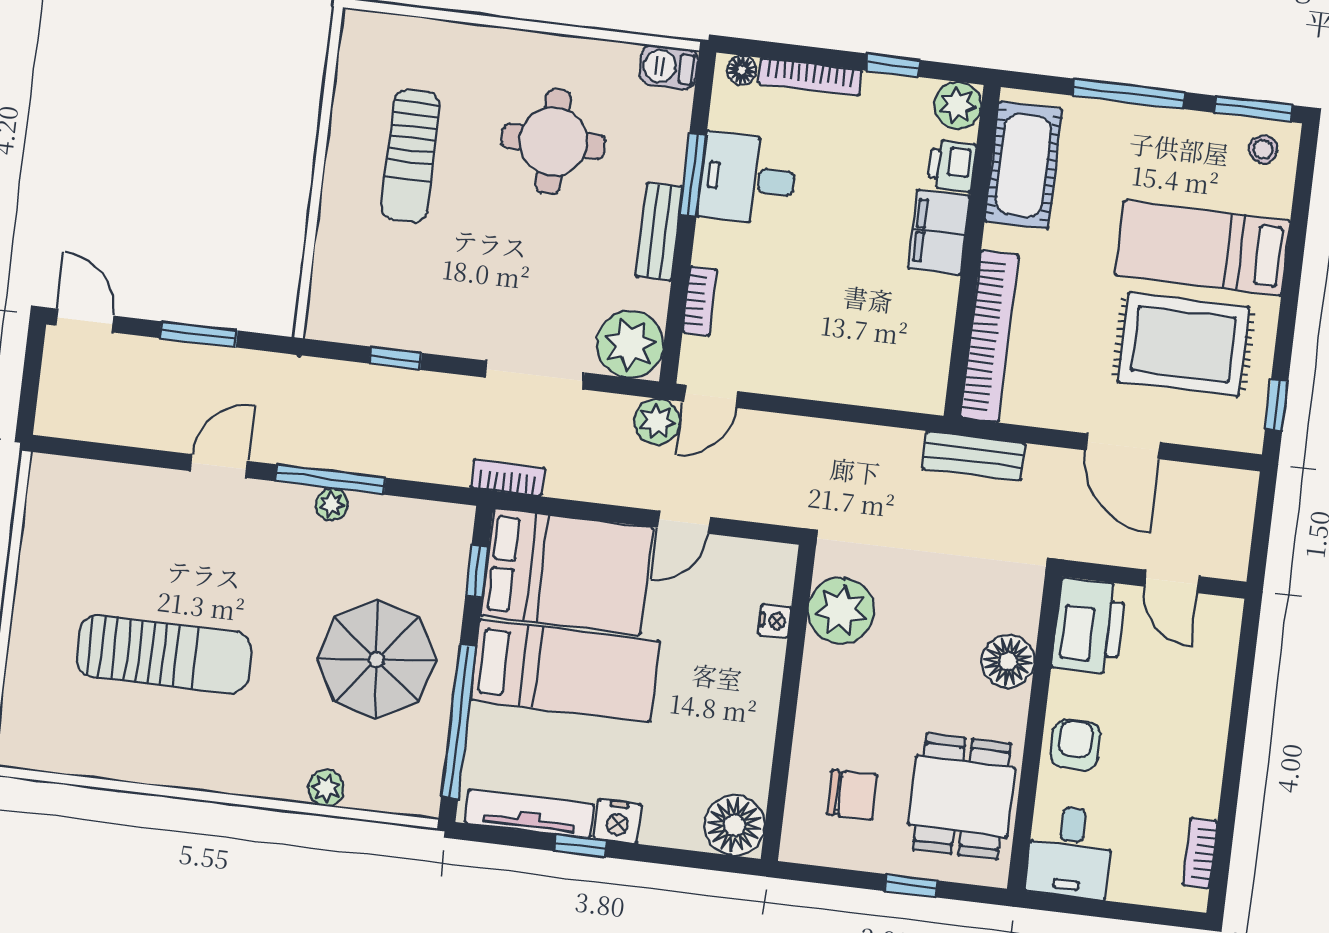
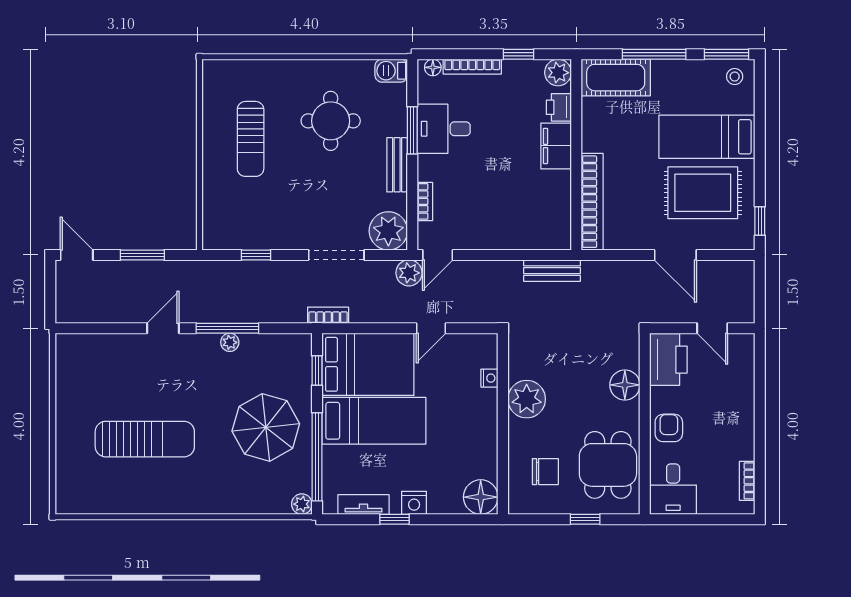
cot: (1024, 165) -> (616, 78), moved, turned 90
bench: (974, 456) -> (552, 271), moved
plant: (841, 611) -> (527, 399), moved
plant: (326, 788) -> (302, 504), moved
tv unit: (530, 814) -> (363, 505), width x0.71

